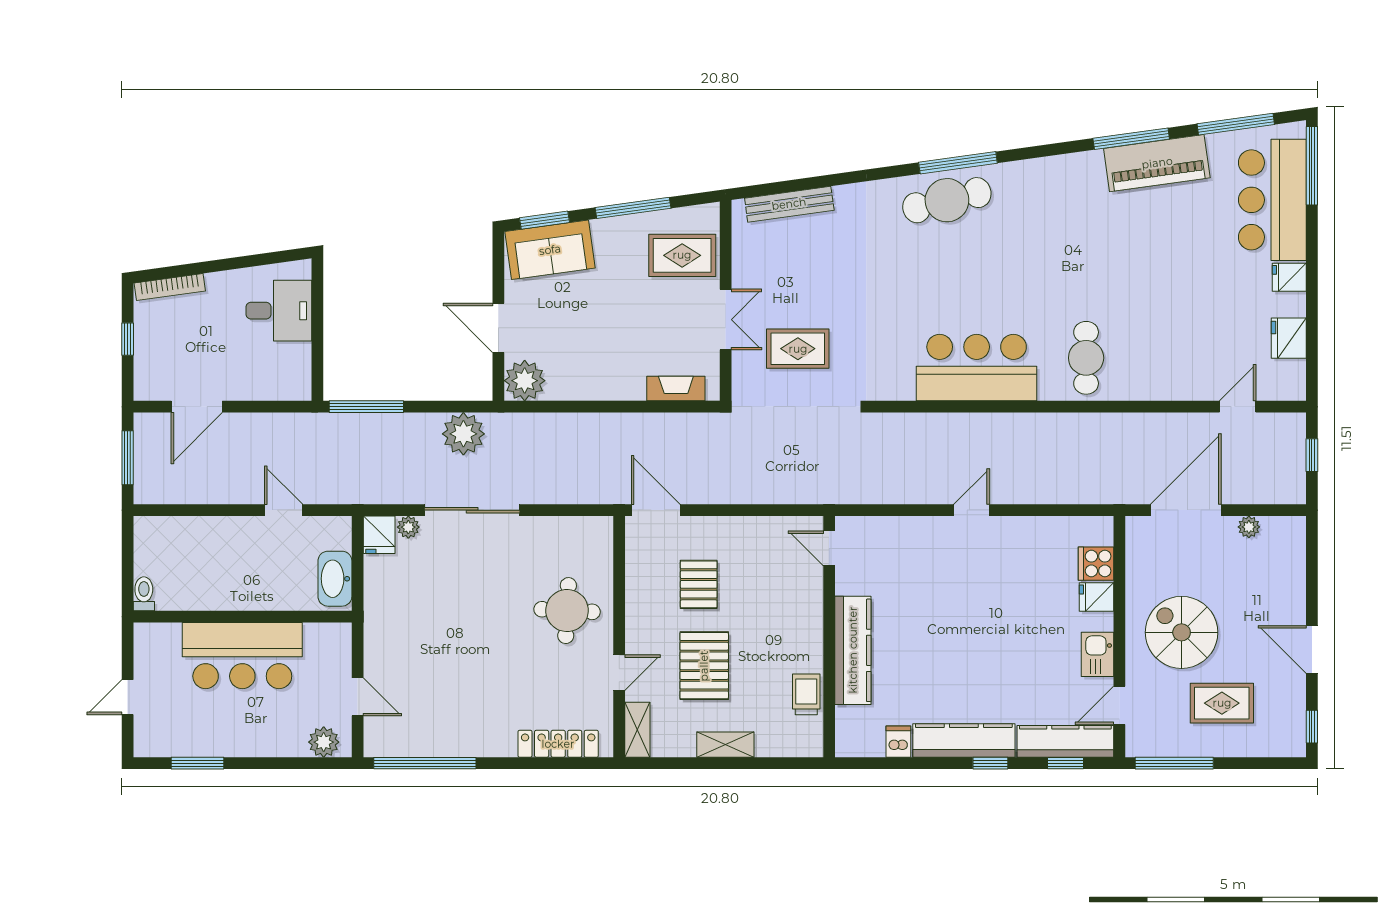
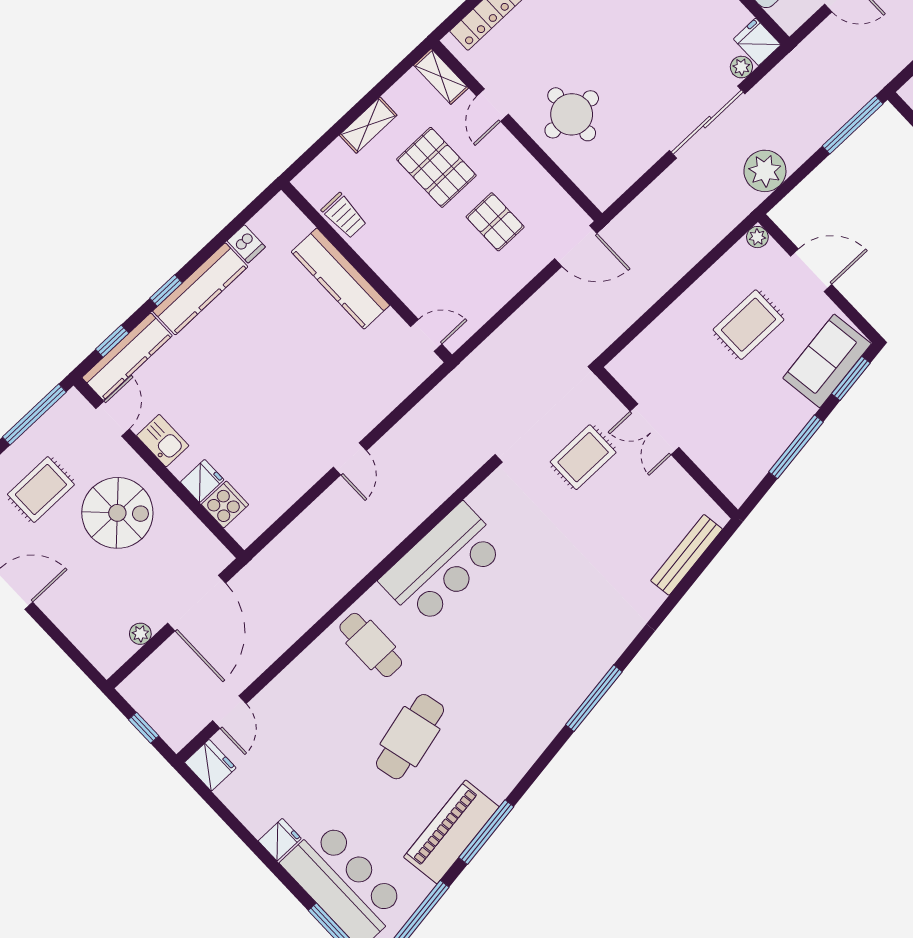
cafe table: (947, 200) -> (410, 737), moved
rug: (682, 255) -> (748, 325), moved
fridge: (1289, 338) -> (210, 765), moved
plant: (525, 381) -> (757, 237), width x0.53, depth x0.53
fireplace: (676, 389) -> (643, 347), removed

